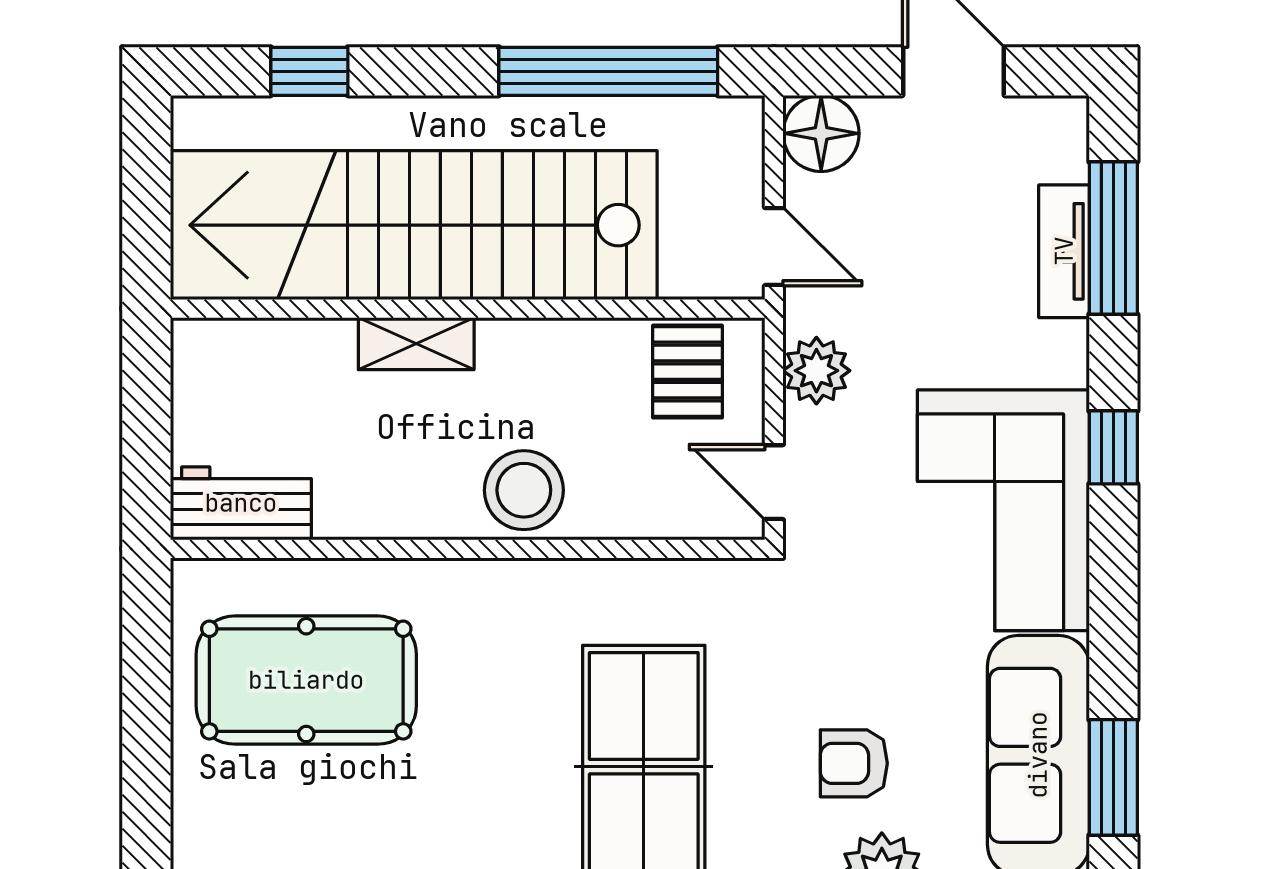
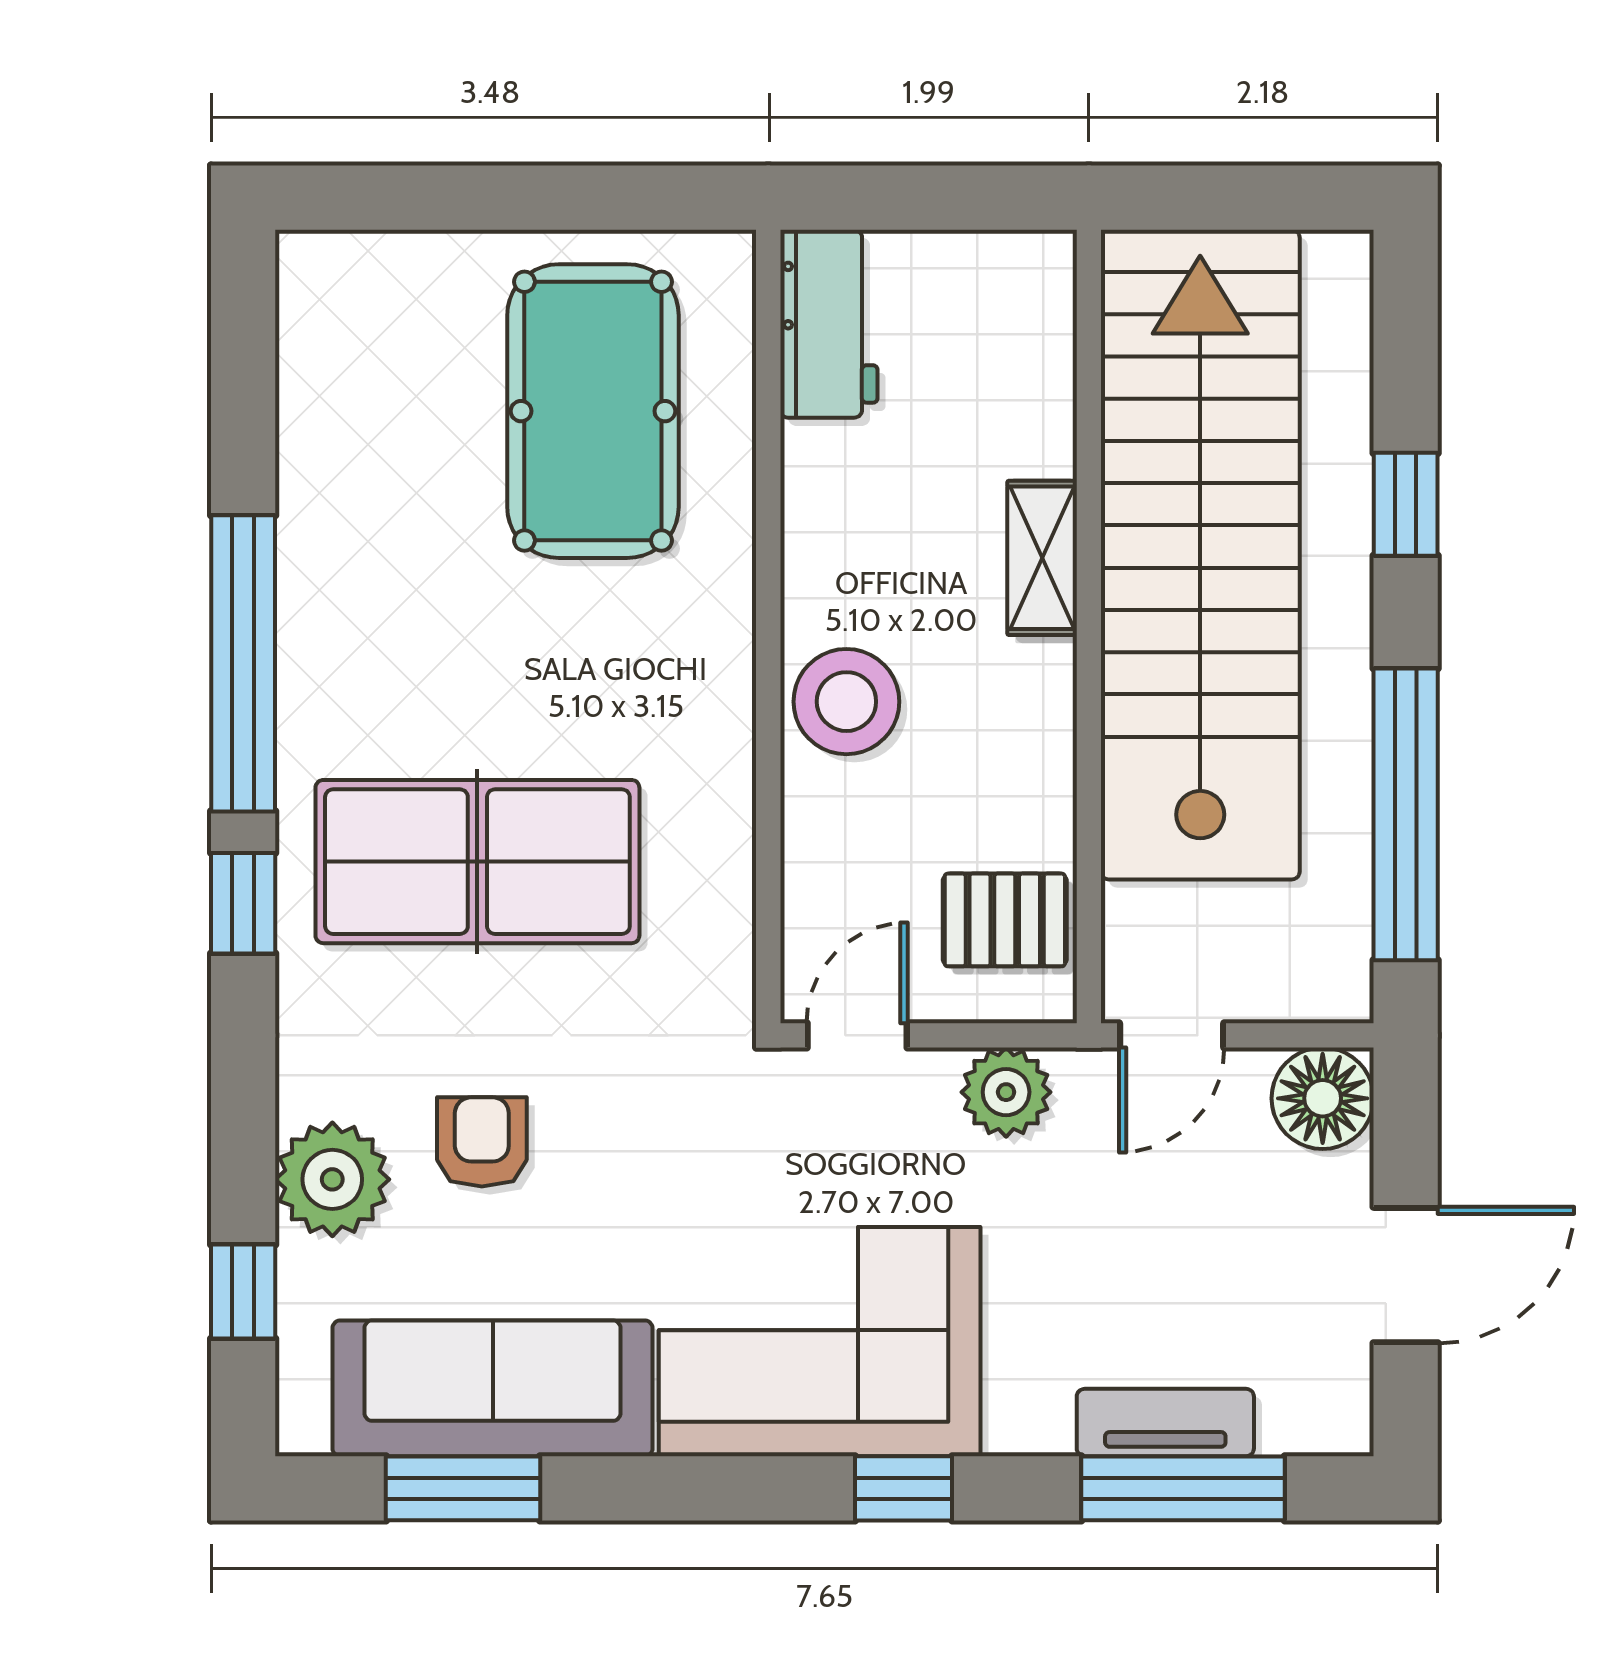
window: (309, 71) -> (1406, 504), moved

